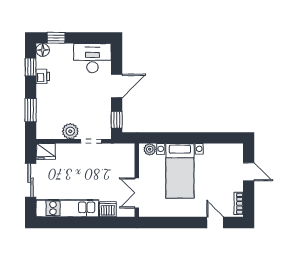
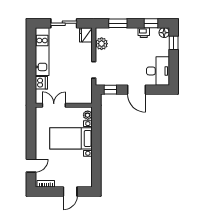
plant: (70, 131) -> (102, 44), moved

